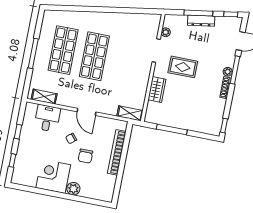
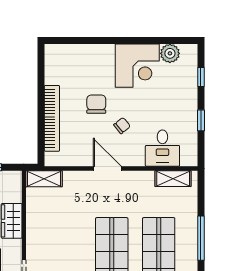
plant: (73, 189) -> (170, 53), moved

